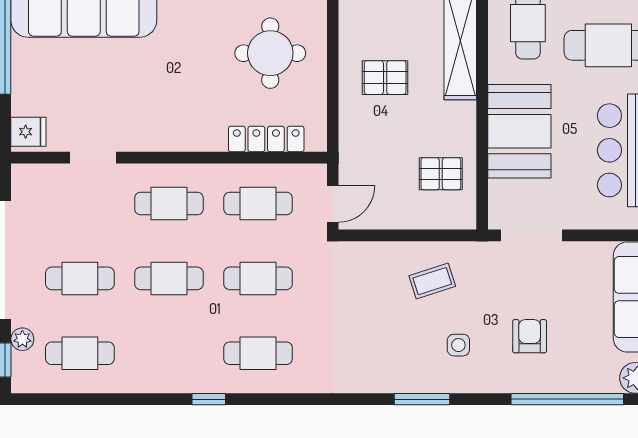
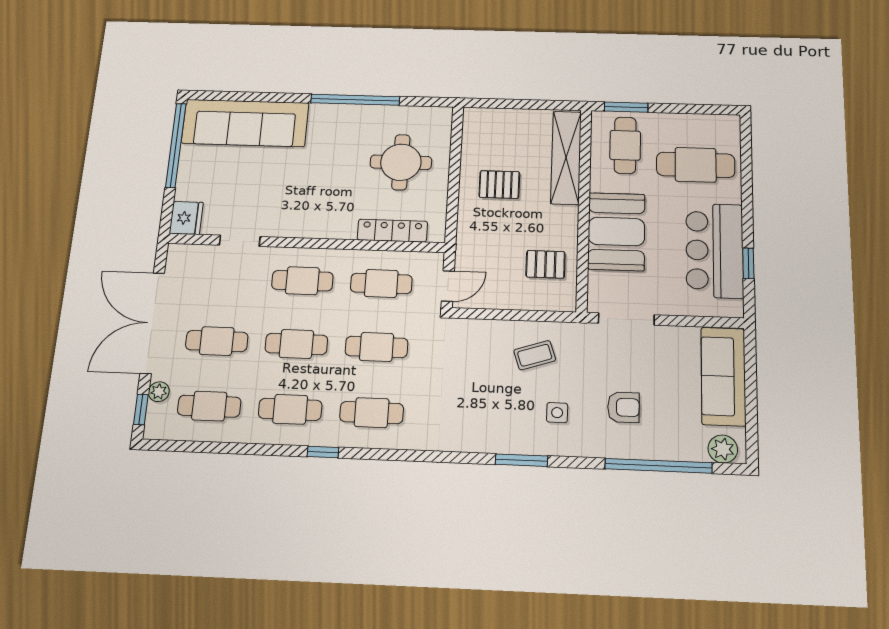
fridge: (28, 132) -> (186, 218), width x1.38
armchair: (530, 336) -> (623, 407), turned 90
cafe table: (169, 353) -> (290, 409), added

